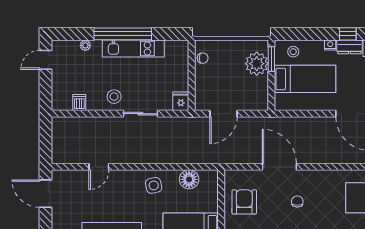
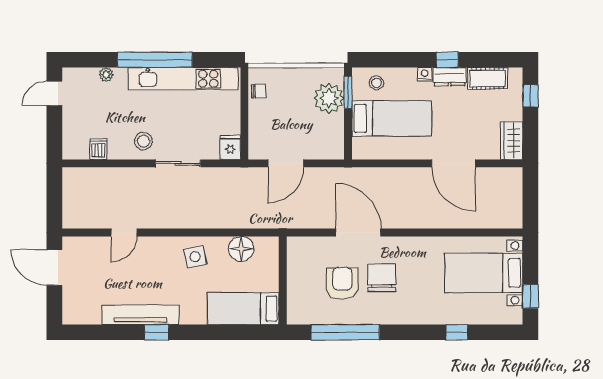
kitchen unit: (133, 49) -> (183, 79), width x1.36
armchair: (244, 202) -> (342, 283), moved
chair: (297, 202) -> (382, 278), width x1.87, depth x1.87

